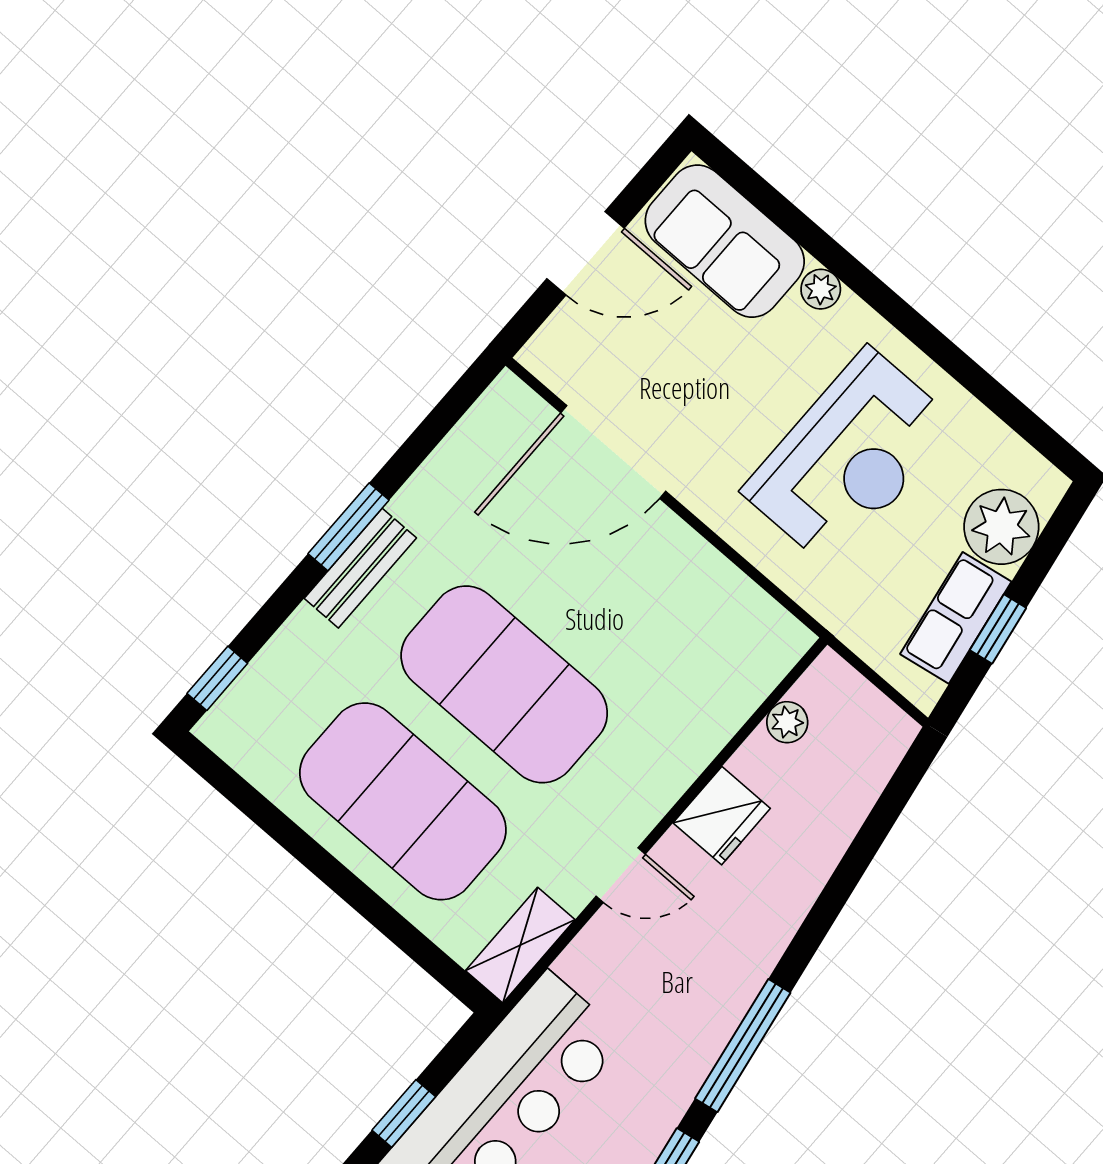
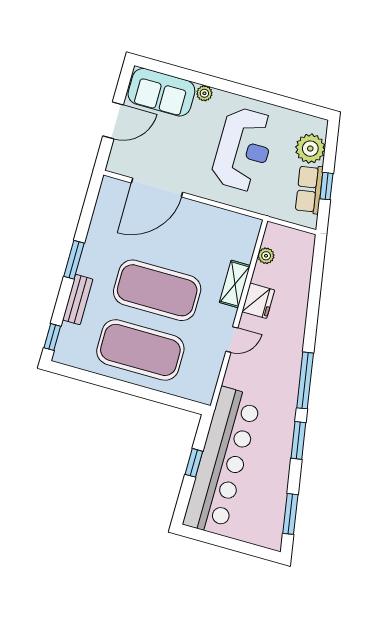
bench: (360, 568) -> (78, 300), moved
shelving: (520, 945) -> (235, 284), moved

